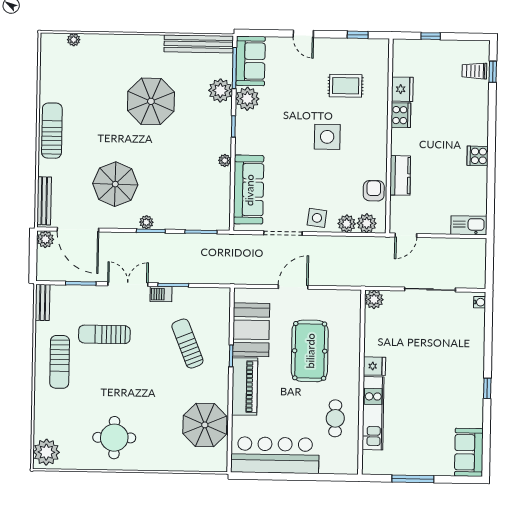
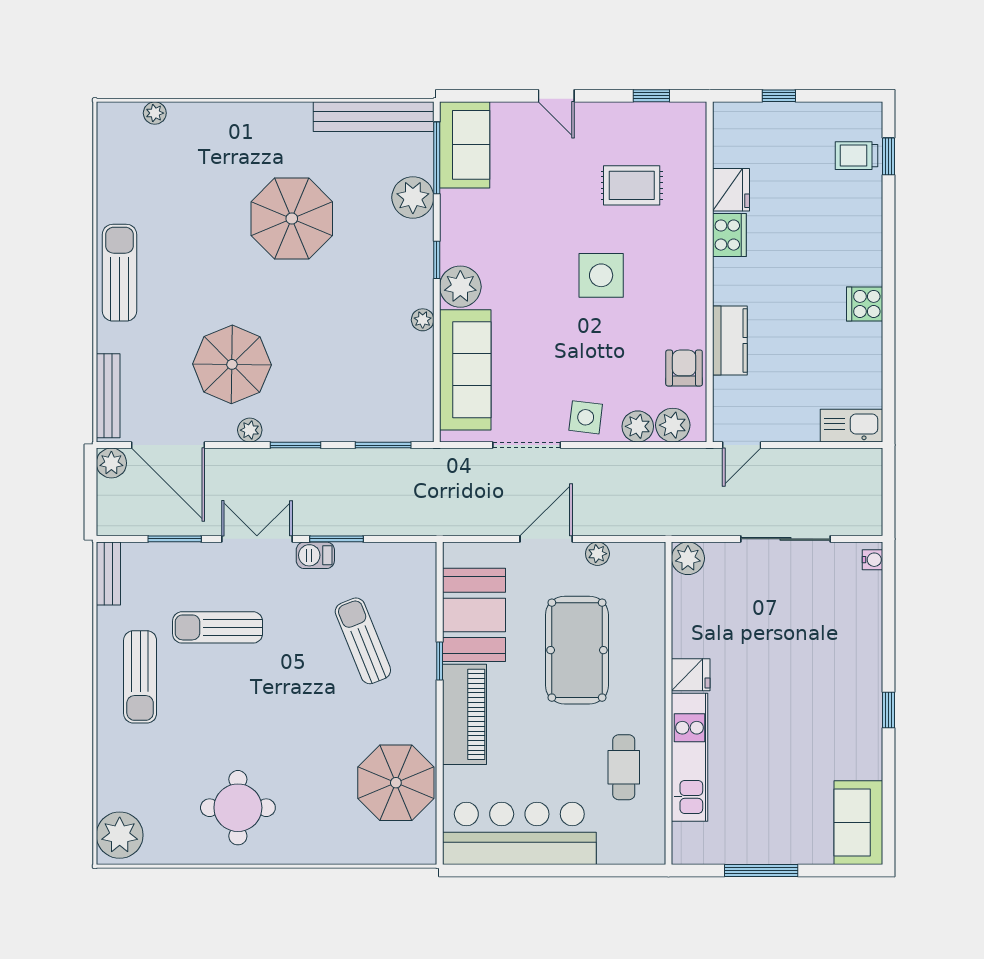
plant: (247, 99) -> (460, 287), moved
plant: (146, 222) -> (250, 430), moved
plant: (322, 296) -> (597, 554), added

